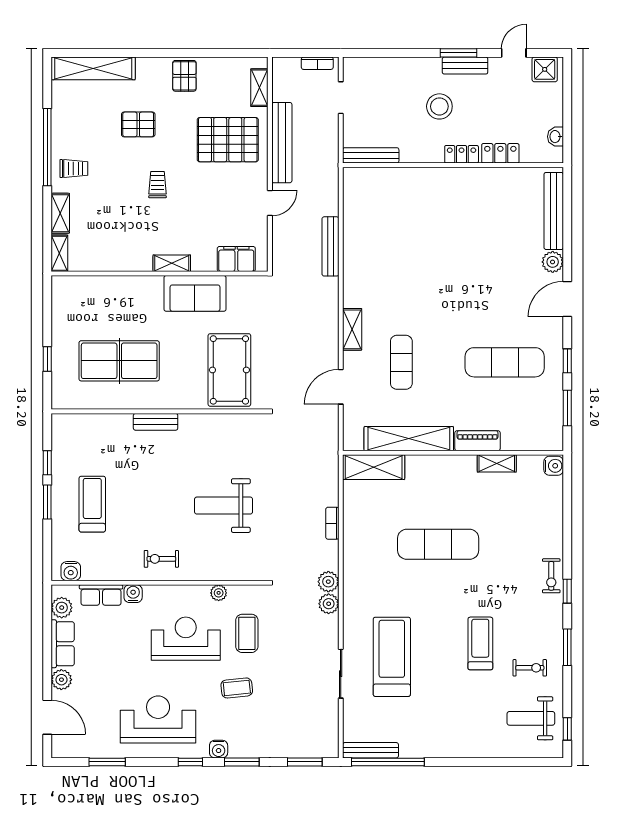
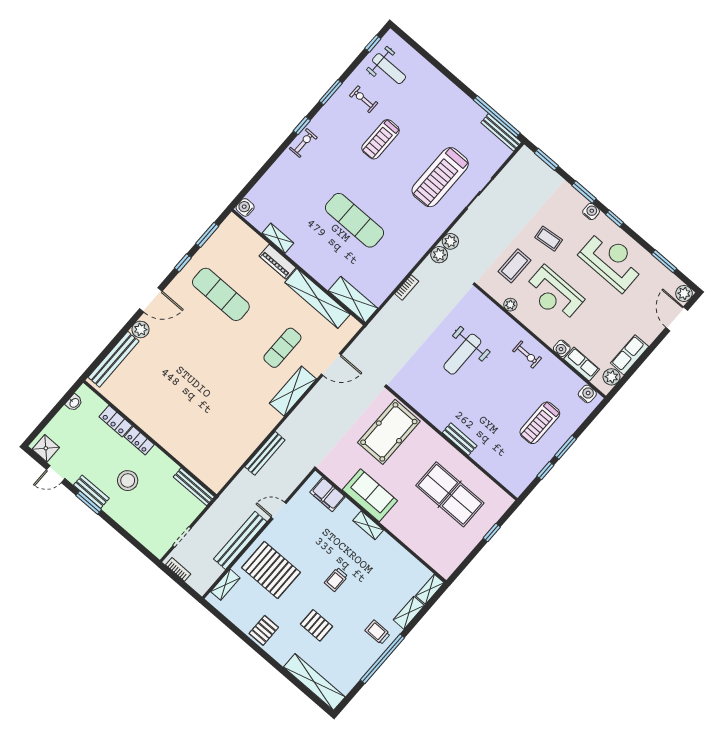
shelving: (352, 329) -> (293, 391), width x1.50, depth x1.33
weight bench: (224, 506) -> (462, 354), turned 90
plant: (61, 680) -> (684, 293), moved
reception desk: (158, 720) -> (612, 260), turned 180

